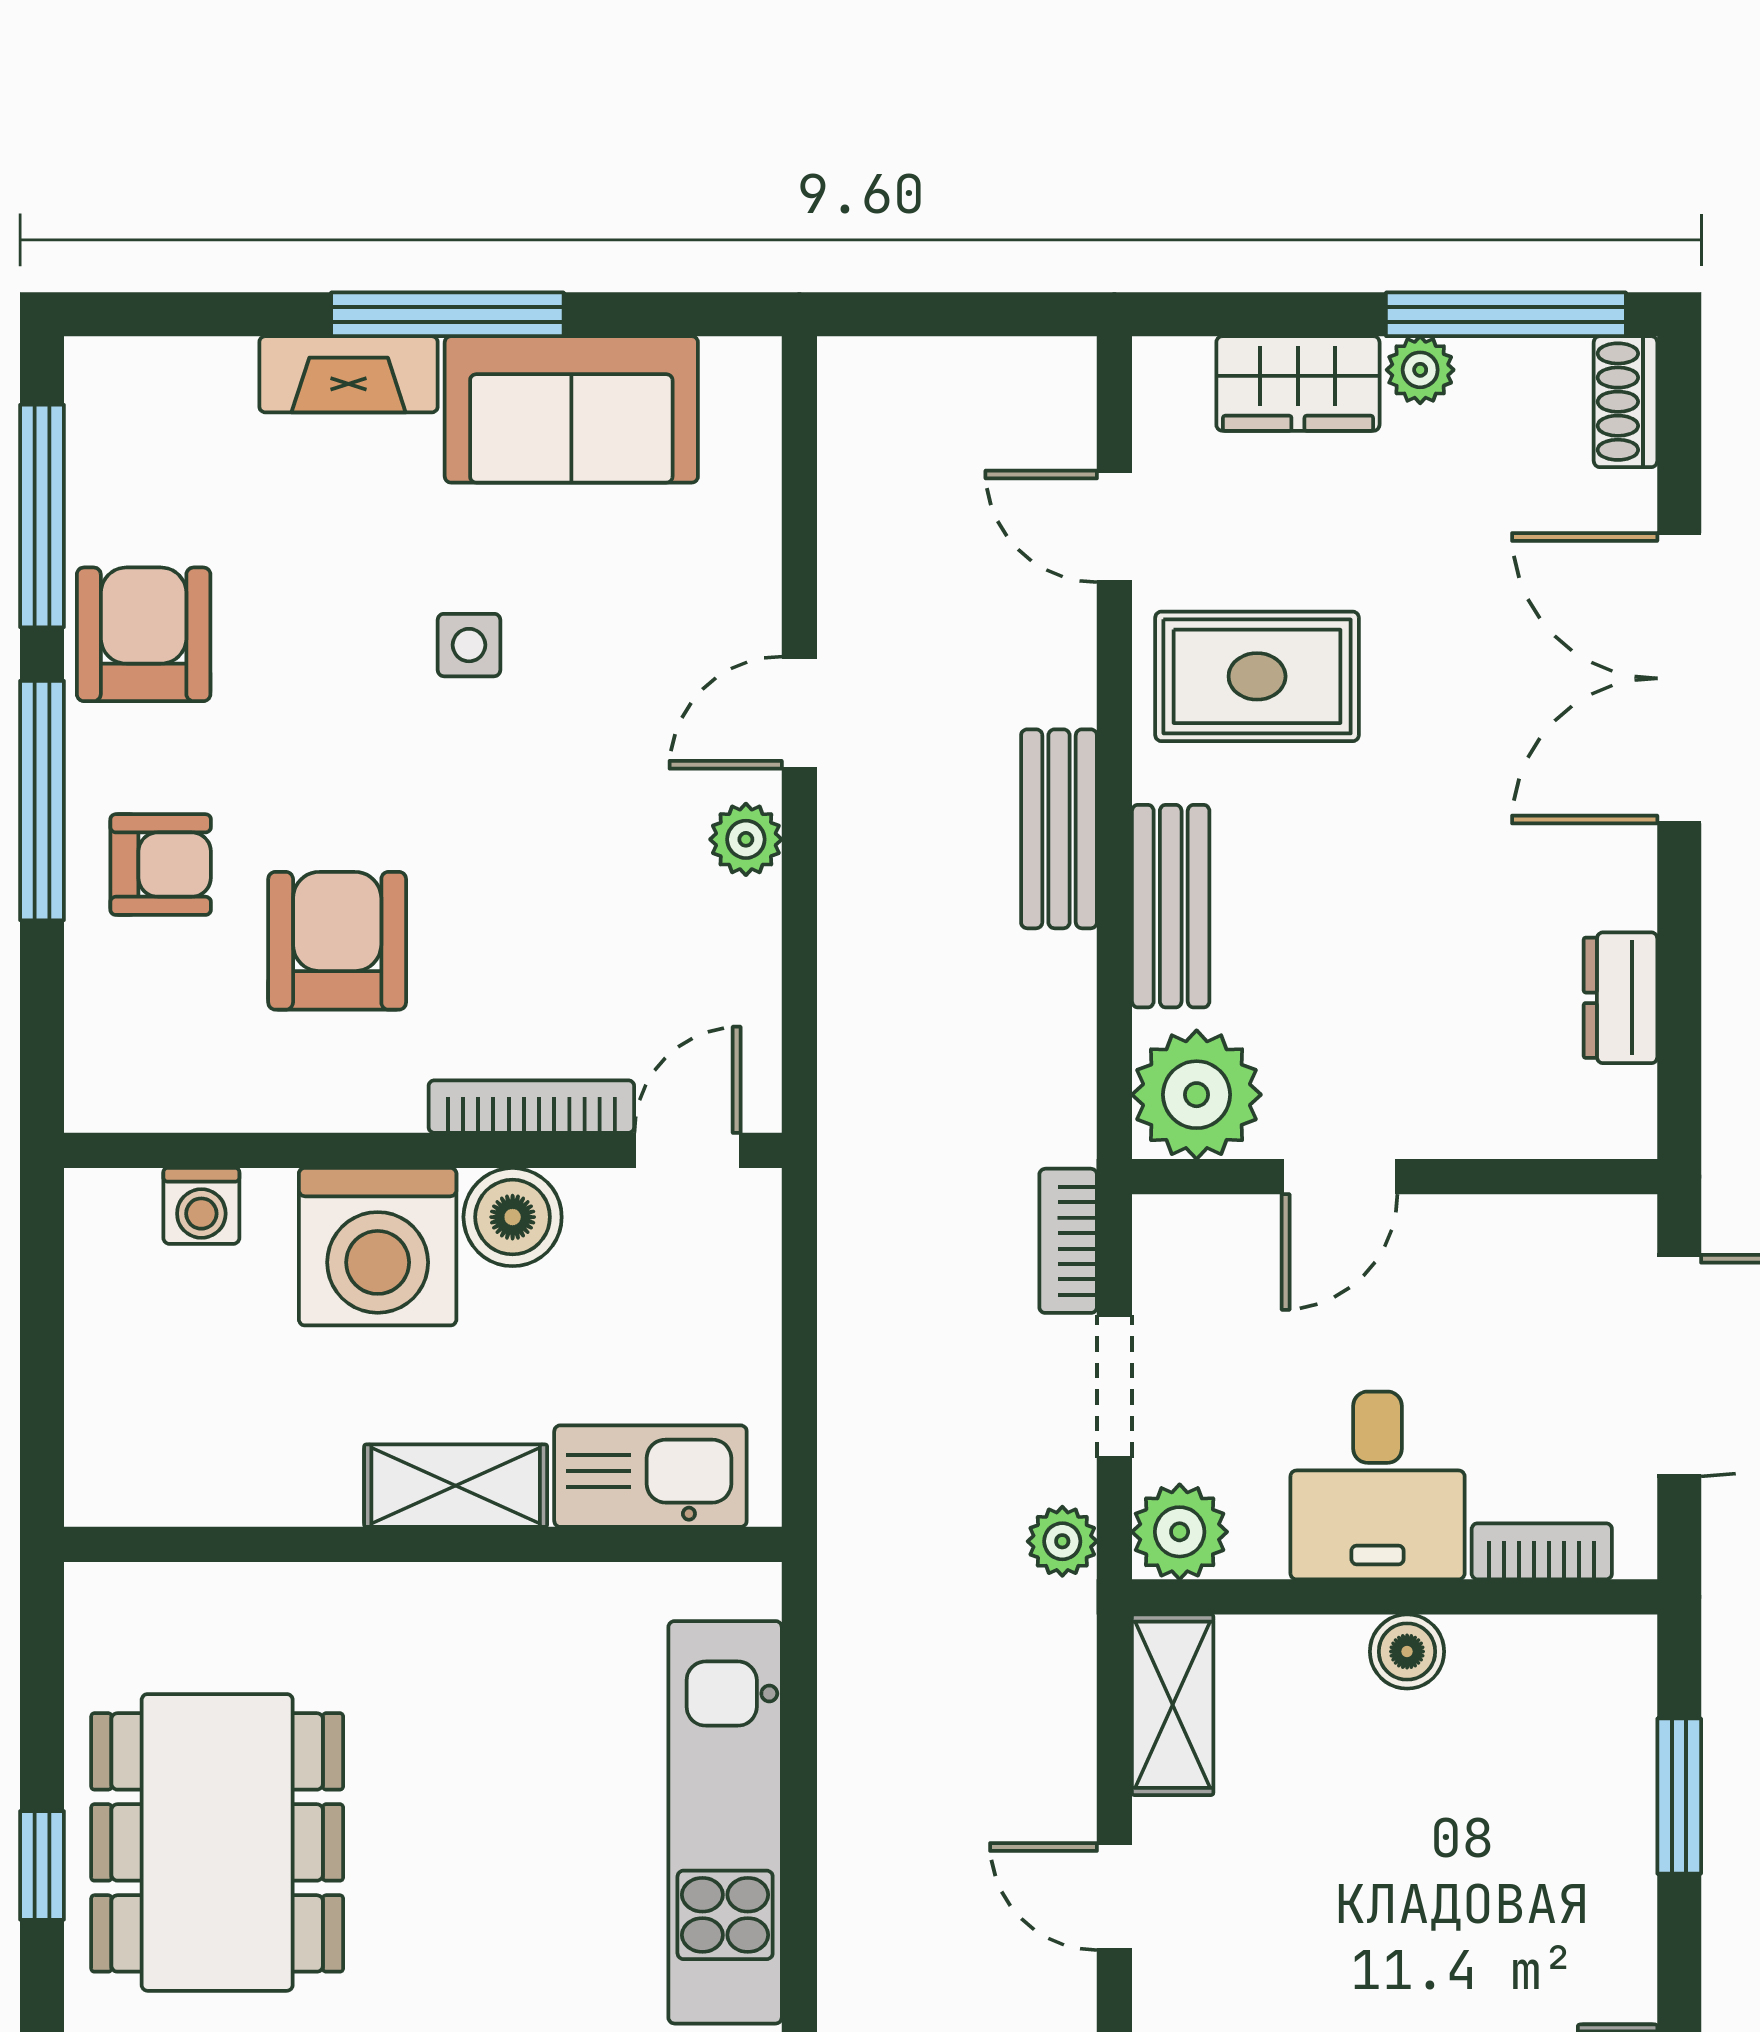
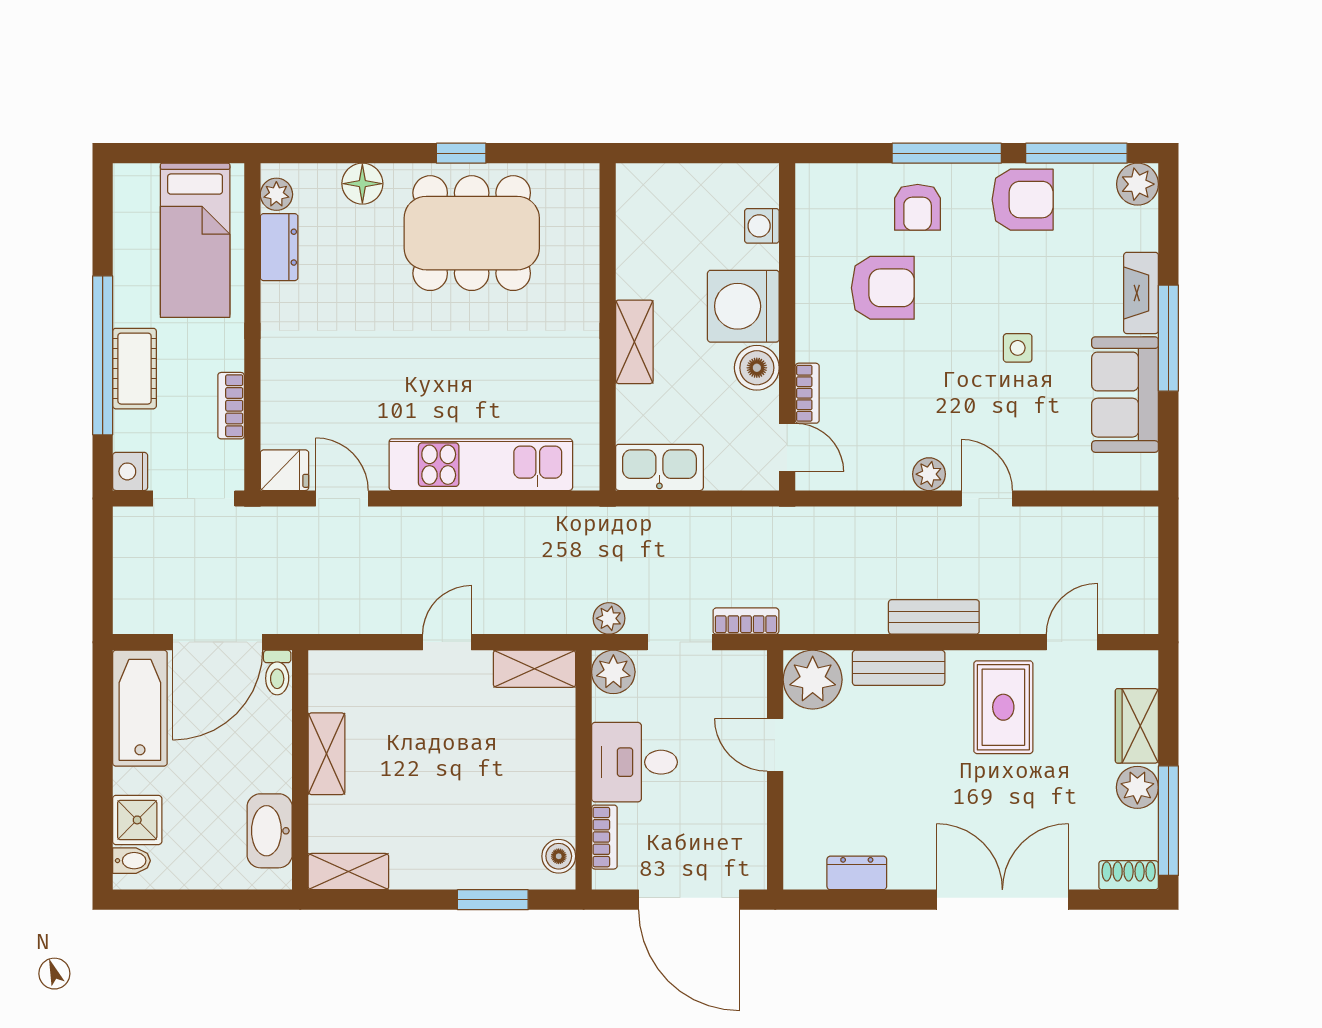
plant: (1420, 370) -> (1137, 787), width x1.38, depth x1.38
plant: (110, 382) -> (1138, 184), added
bookcase: (531, 1107) -> (807, 393), width x0.64
kitchen sink: (650, 1476) -> (659, 467), moved, turned -90
boiler: (1407, 1652) -> (559, 856), moved

